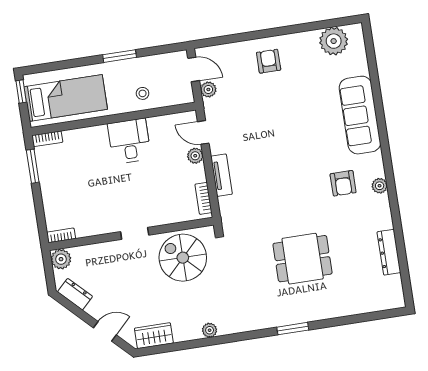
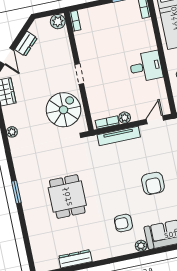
armchair: (291, 140) -> (153, 183), added
plant: (195, 156) -> (125, 118), moved
tv unit: (222, 175) -> (119, 136), width x1.41
plant: (380, 186) -> (141, 246), moved
dresser: (75, 294) -> (26, 44), moved

